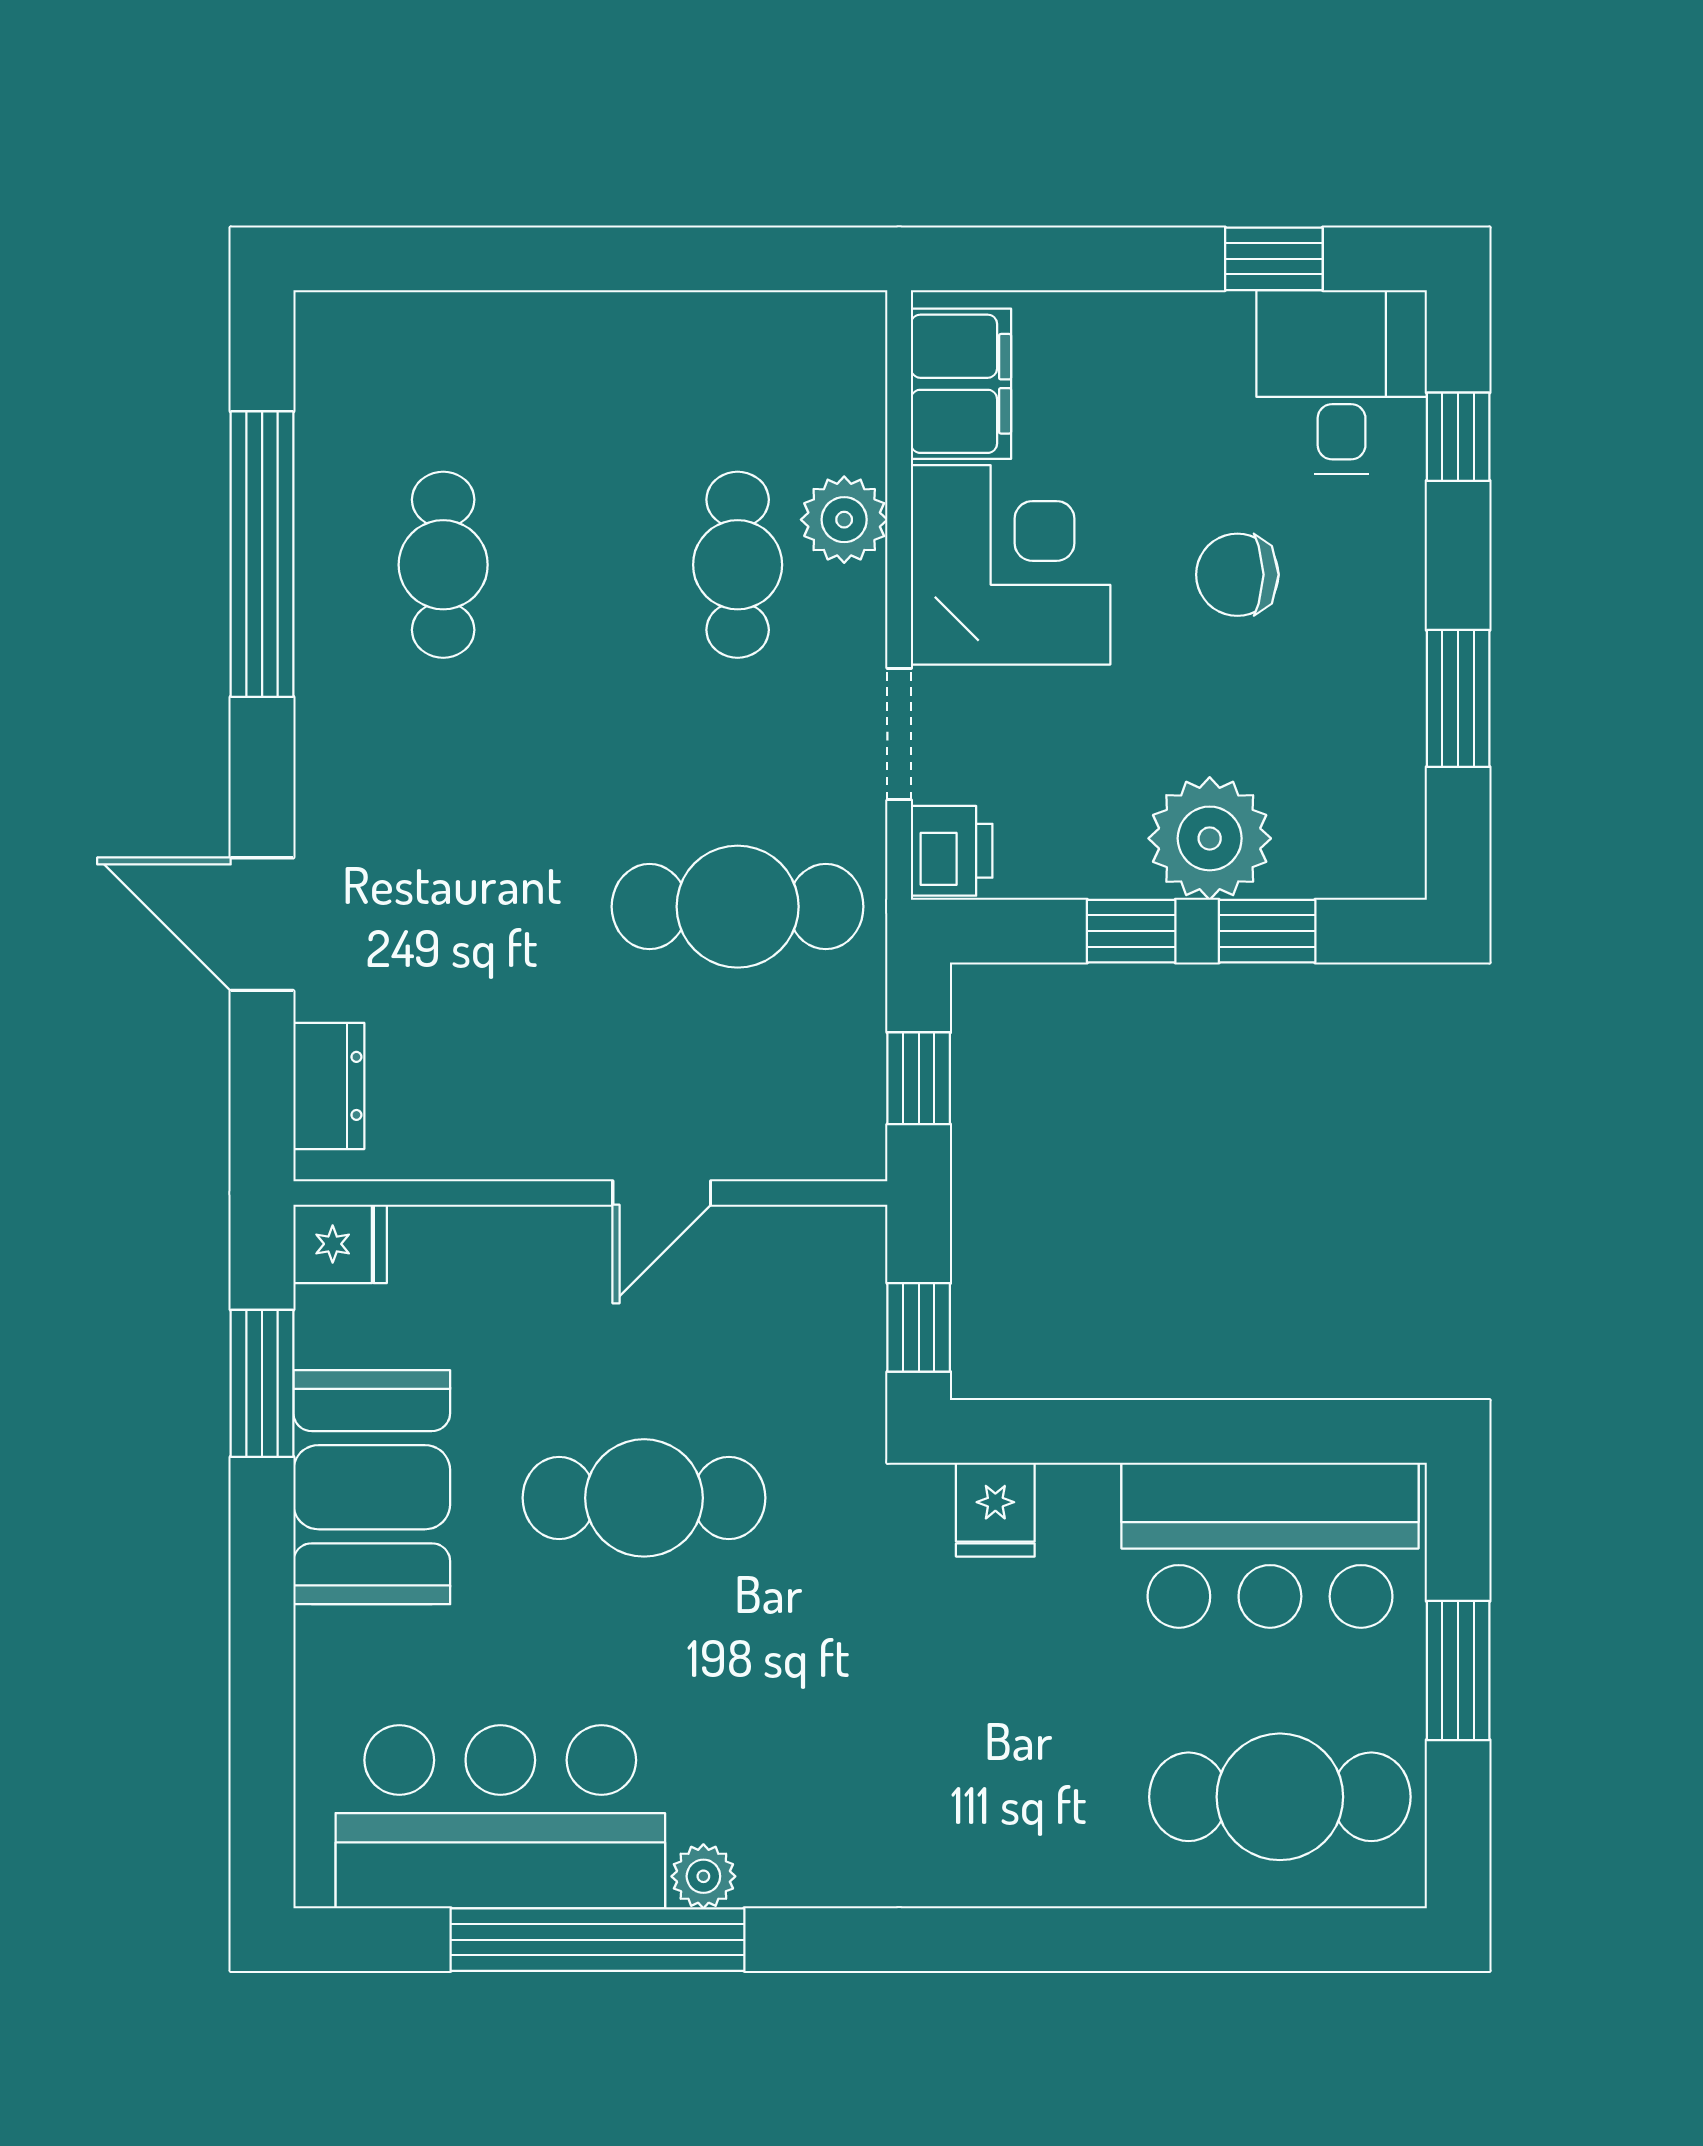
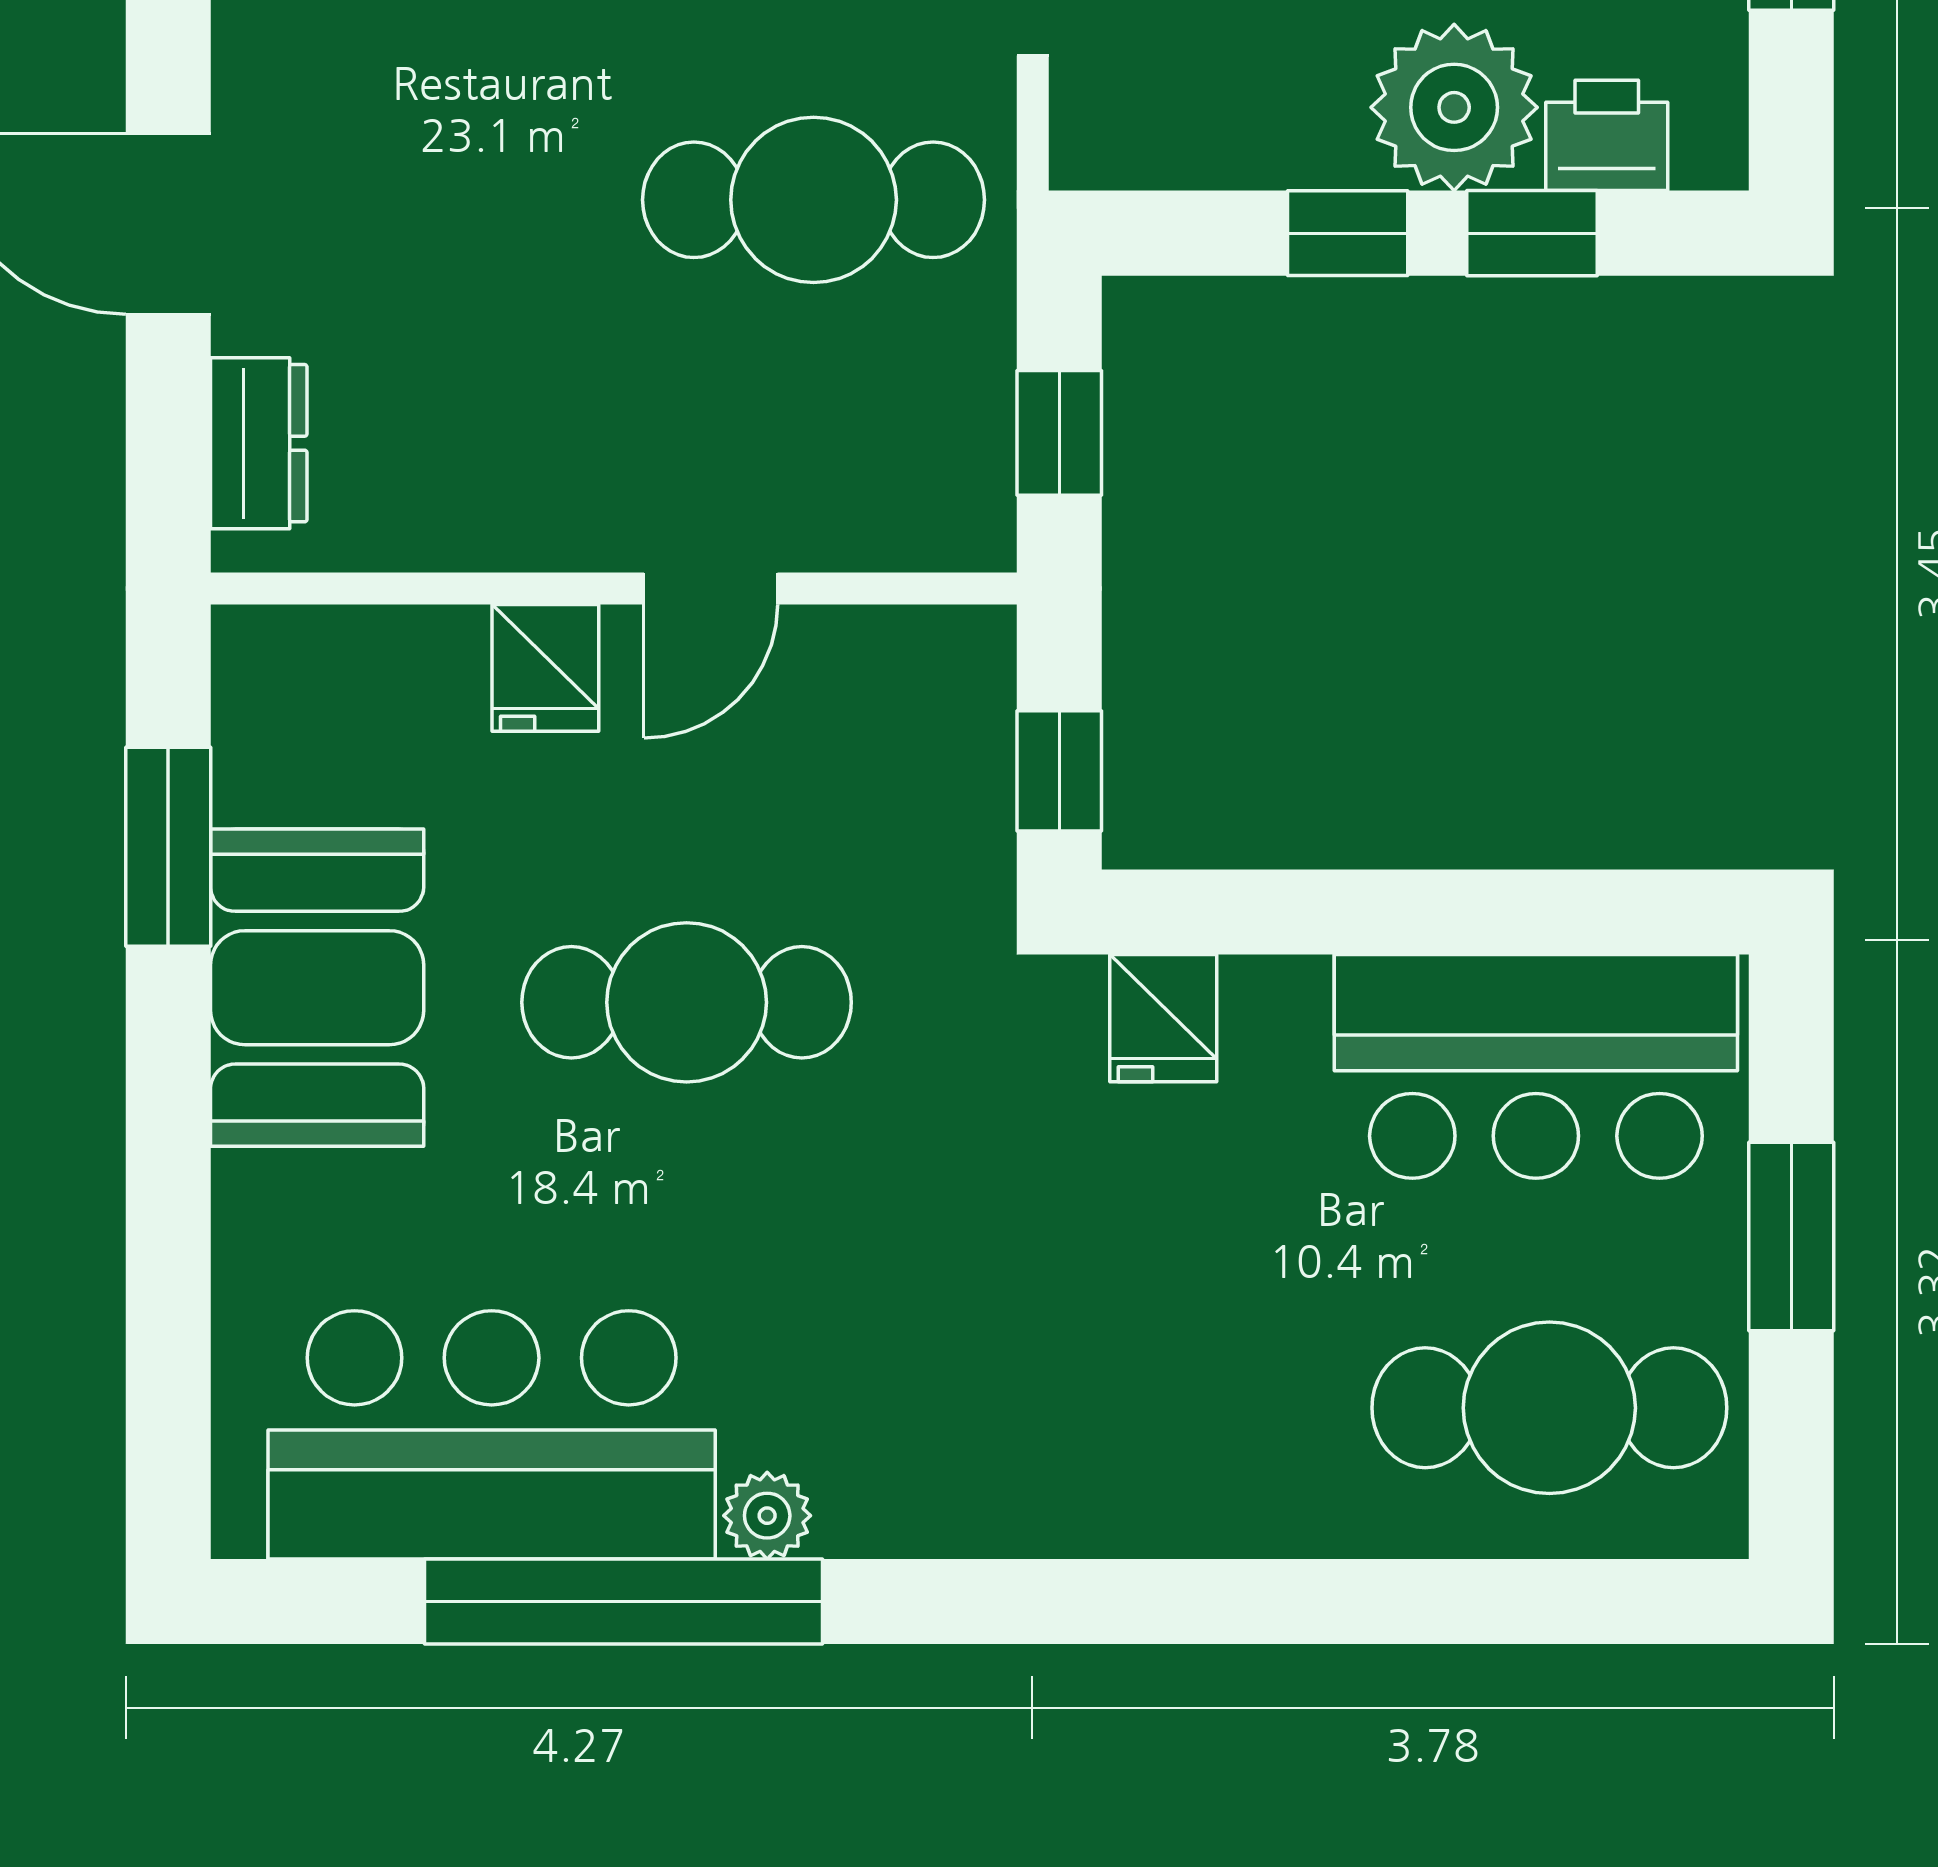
printer: (952, 851) -> (1607, 135), moved, turned -90
fridge: (340, 1244) -> (545, 668), moved, turned 90

